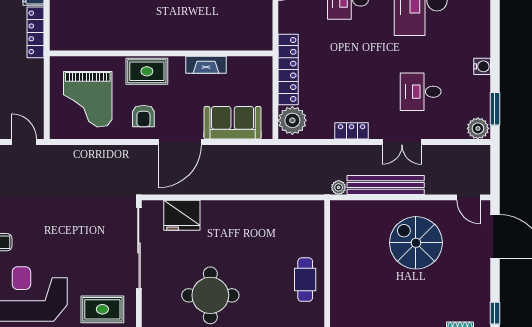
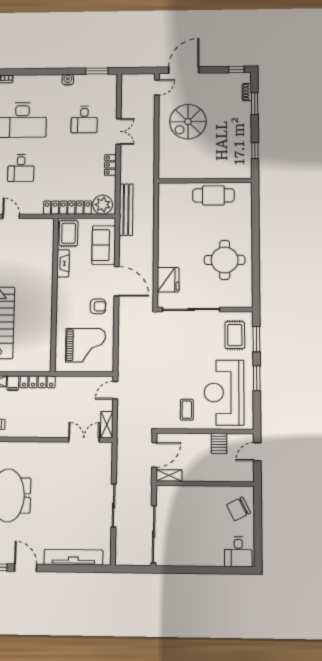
rug: (147, 71) -> (69, 233), moved
plant: (478, 128) -> (110, 82), removed
bench: (386, 185) -> (126, 210), moved
plant: (339, 187) -> (149, 173), removed
cafe table: (305, 280) -> (213, 195), width x1.37, depth x1.35

